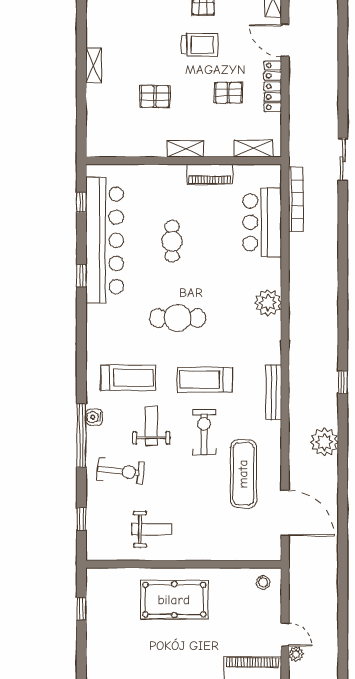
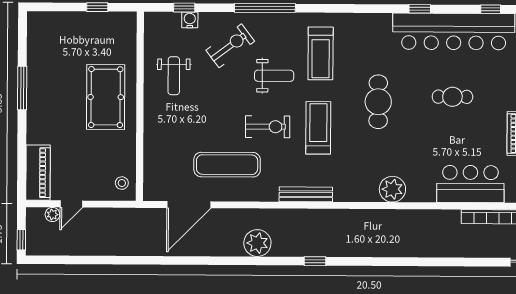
water cooler: (94, 417) -> (190, 20), moved
exercise bike: (121, 471) -> (230, 46), turned -133

